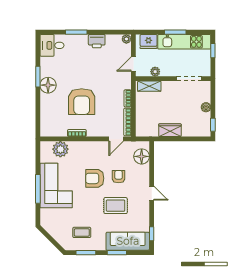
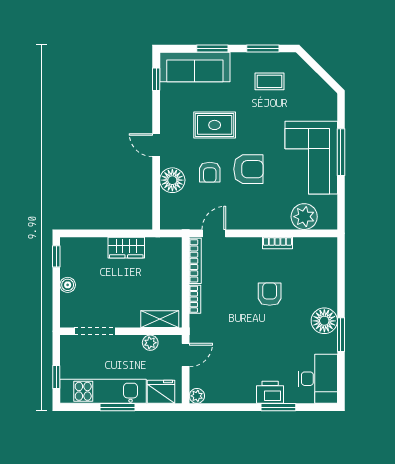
printer: (97, 41) -> (270, 392), moved
desk: (52, 45) -> (318, 379), width x1.37
armchair: (82, 102) -> (270, 294), width x0.53, depth x0.53
floor lamp: (142, 156) -> (172, 180), moved

